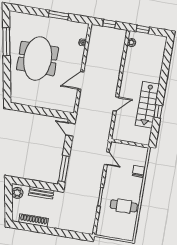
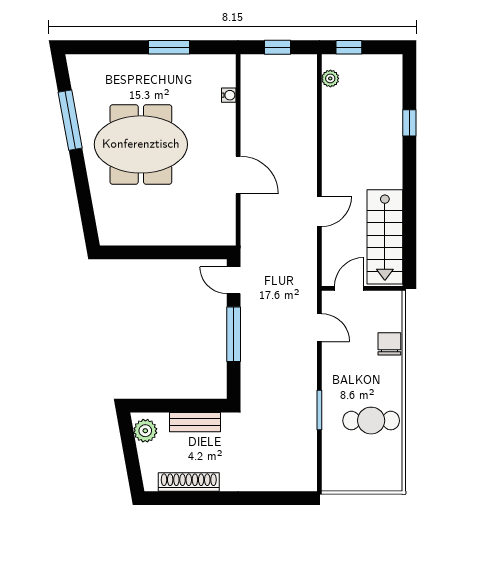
meeting table: (38, 59) -> (141, 144), turned 90
door: (81, 80) -> (238, 175), swing flipped
stairs: (147, 105) -> (385, 237), moved
window: (158, 111) -> (409, 123), moved
door: (124, 142) -> (349, 288), added
window: (64, 169) -> (234, 334), moved

